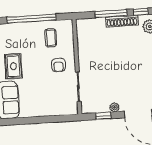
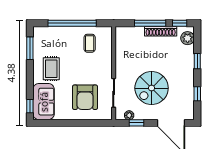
armchair: (58, 65) -> (85, 97), moved, width x1.88, depth x1.88
spiral stairs: (116, 79) -> (152, 88), added
plant: (115, 107) -> (129, 115), moved

